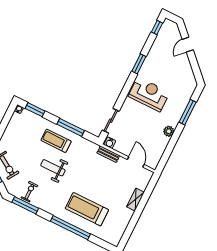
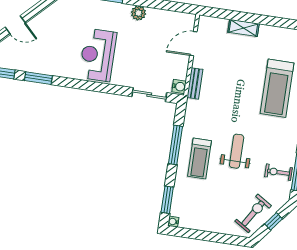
window: (139, 64) -> (38, 78), moved
weight bench: (53, 168) -> (237, 151), turned 180

